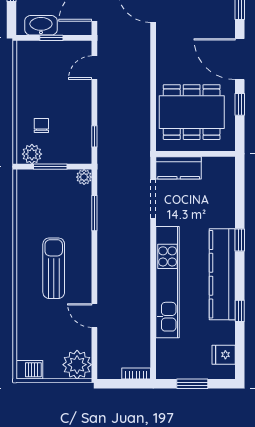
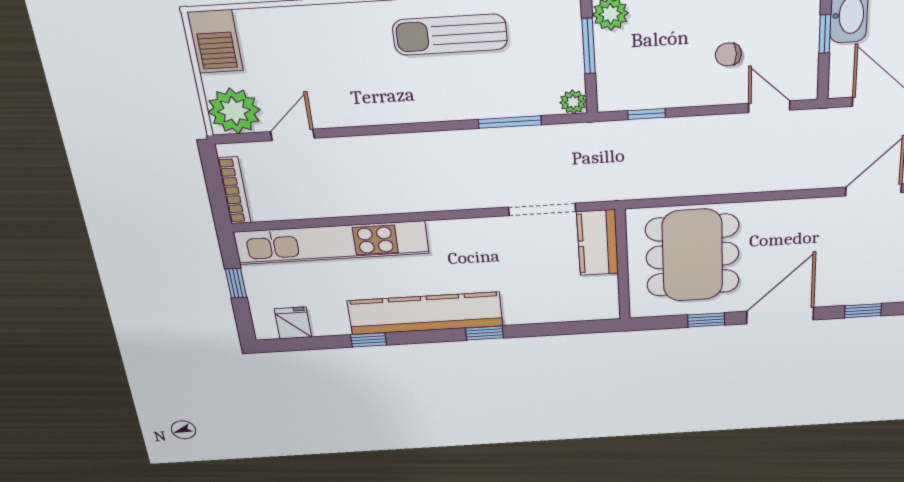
chair: (41, 125) -> (728, 54), moved, turned 180
sun lounger: (54, 268) -> (450, 35), moved, turned 180
kitchen unit: (168, 282) -> (332, 243), moved
door: (94, 316) -> (293, 135), moved
barbecue: (29, 370) -> (215, 41), width x1.38, depth x1.27
bookcase: (136, 373) -> (234, 190), width x1.56
window: (192, 384) -> (236, 283), width x0.67

